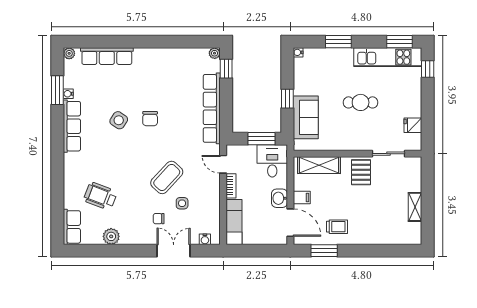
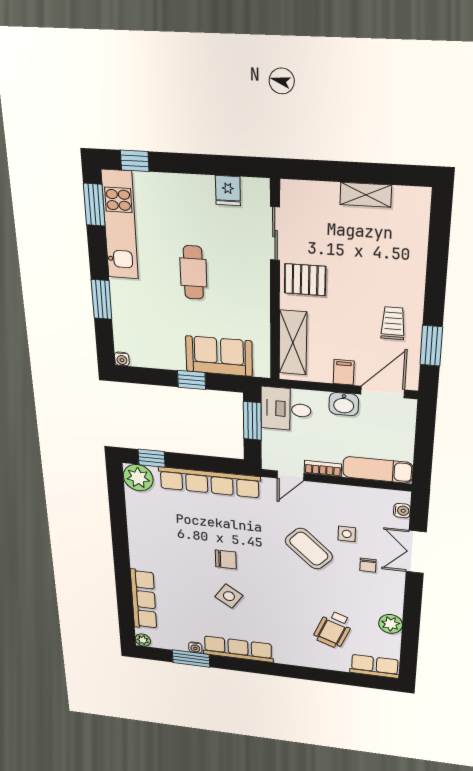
plant: (215, 53) -> (138, 478), width x1.88, depth x1.88

